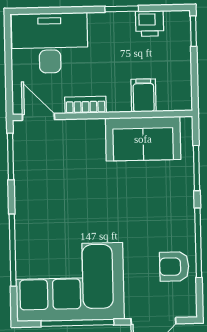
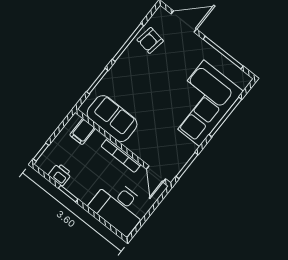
filing cabinet: (144, 95) -> (82, 132), moved
bookcase: (85, 105) -> (121, 155), width x1.56
armchair: (174, 267) -> (150, 40), turned 99
corner sofa: (70, 282) -> (202, 103), moved, turned 90

